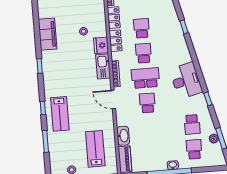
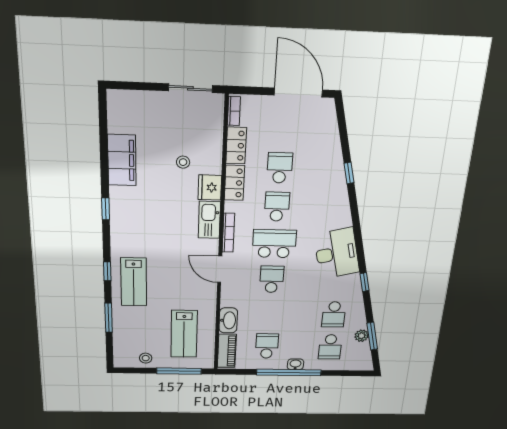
lab bench: (95, 149) -> (184, 334), turned 180
school desk: (194, 149) -> (330, 347), turned 180
school desk: (151, 153) -> (267, 346), added

